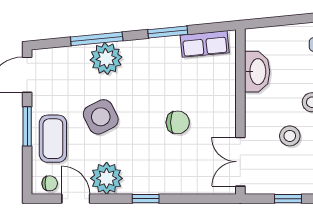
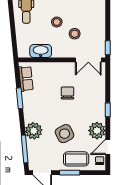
window: (97, 39) -> (25, 149), moved
window: (288, 199) -> (108, 48), moved

